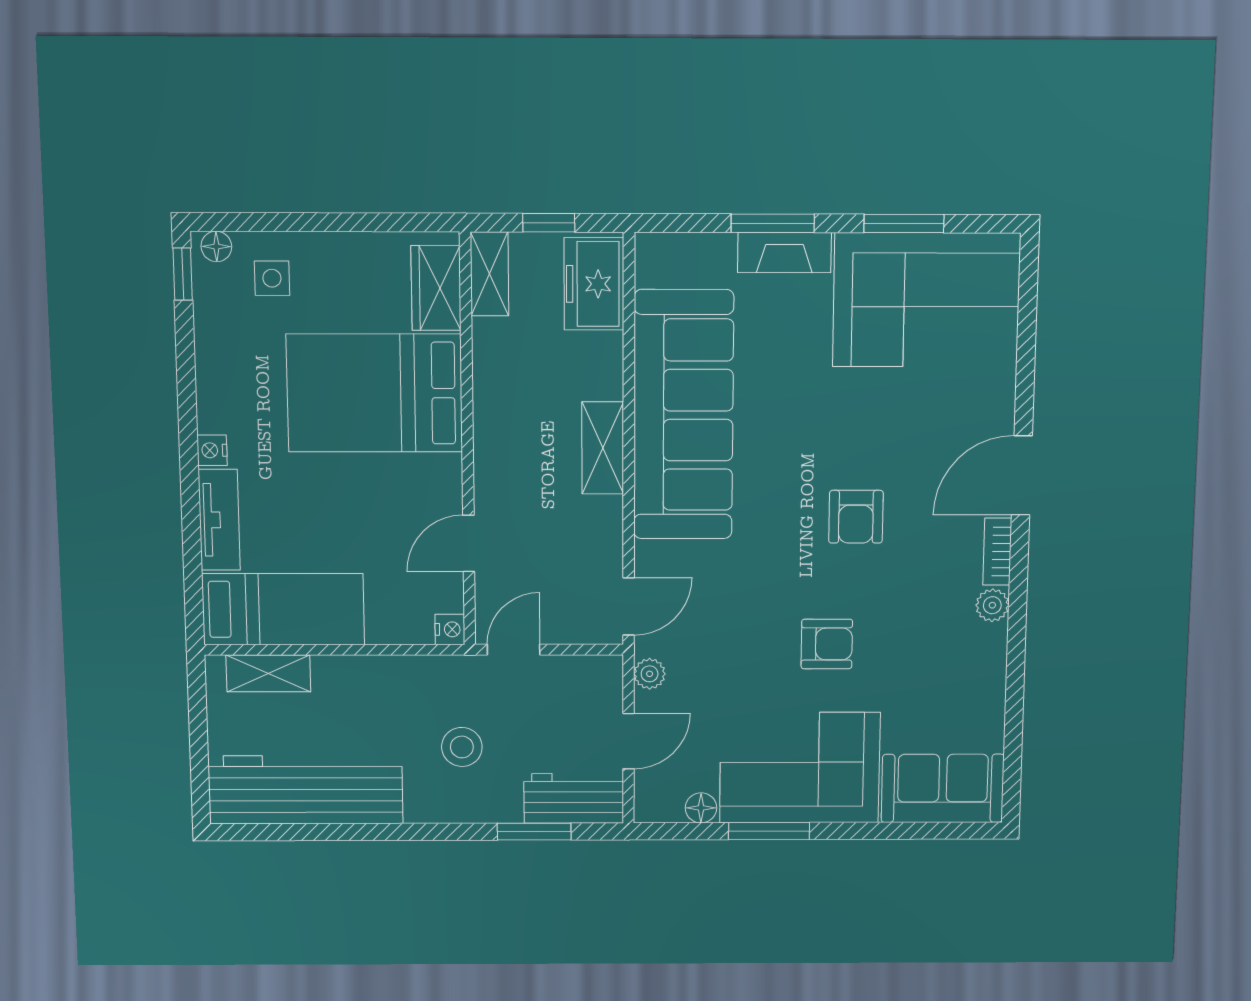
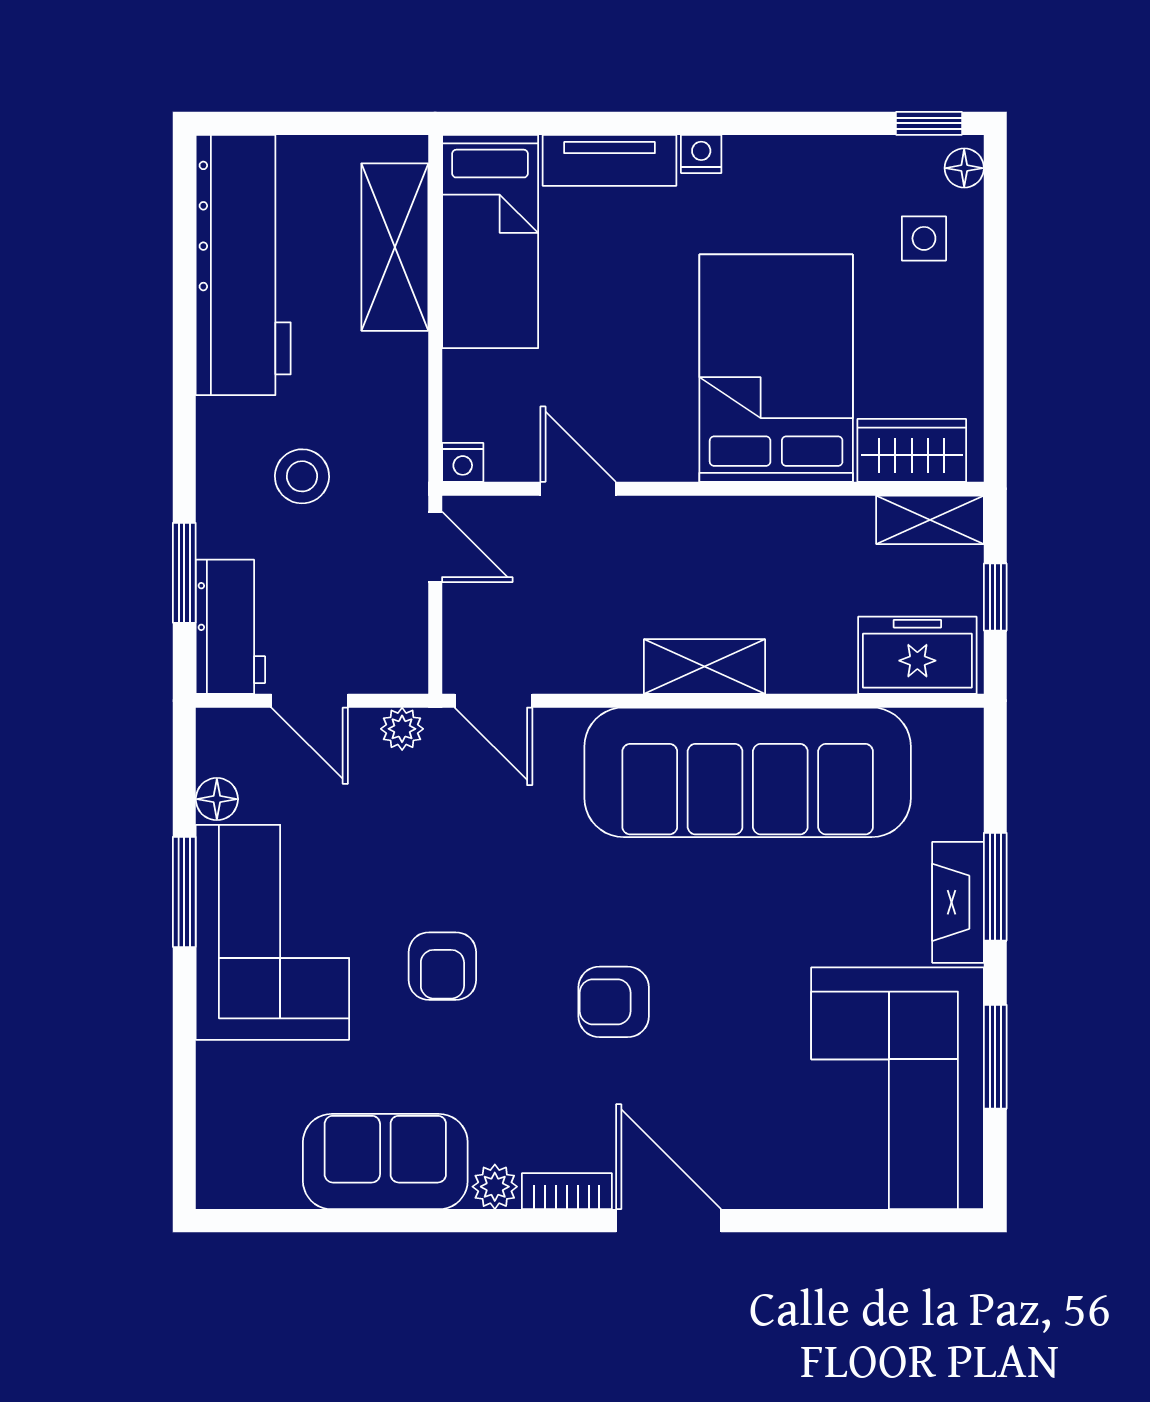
shelving: (268, 673) -> (395, 247), width x1.50, depth x1.33
sofa: (943, 788) -> (385, 1162), moved, turned -90

